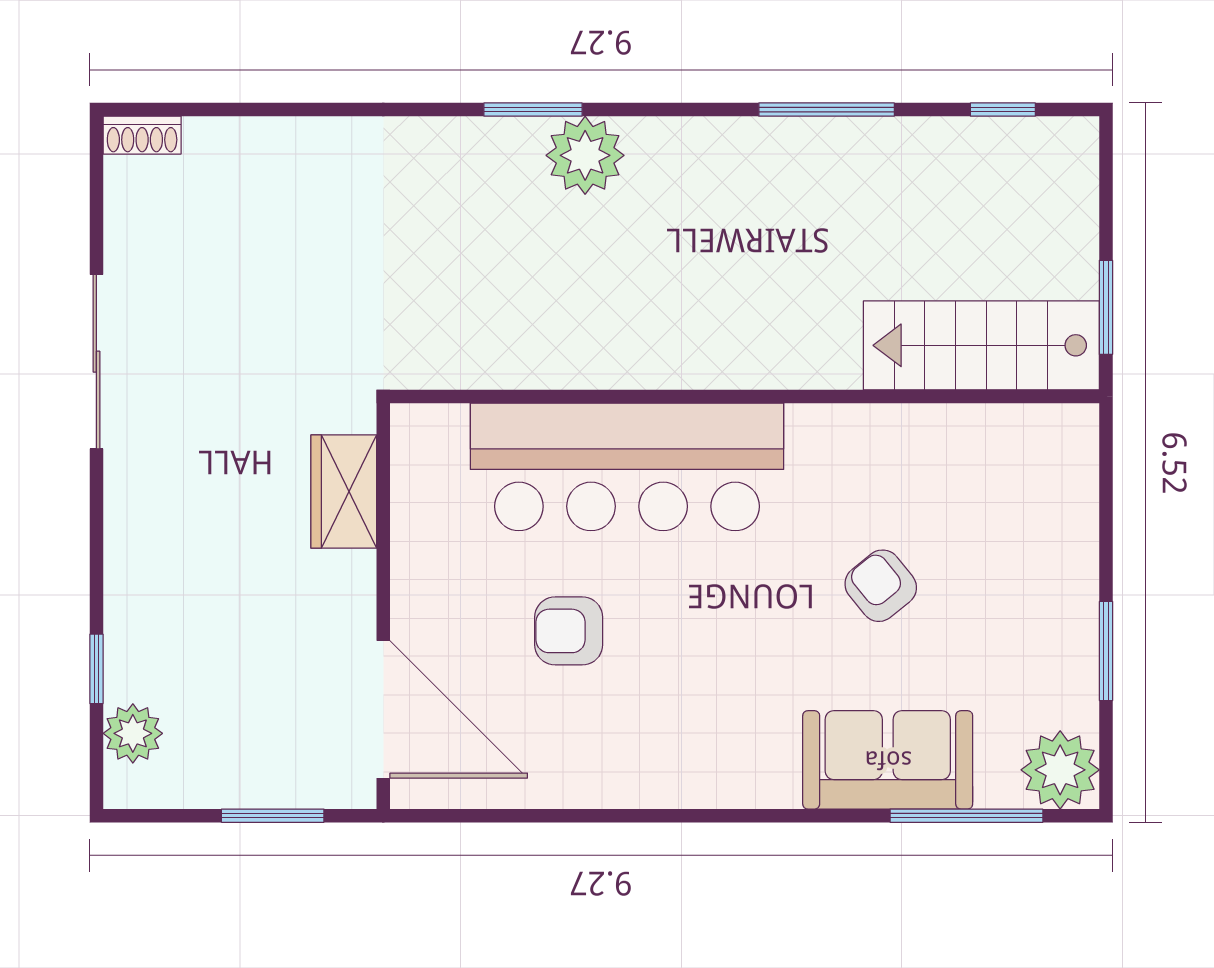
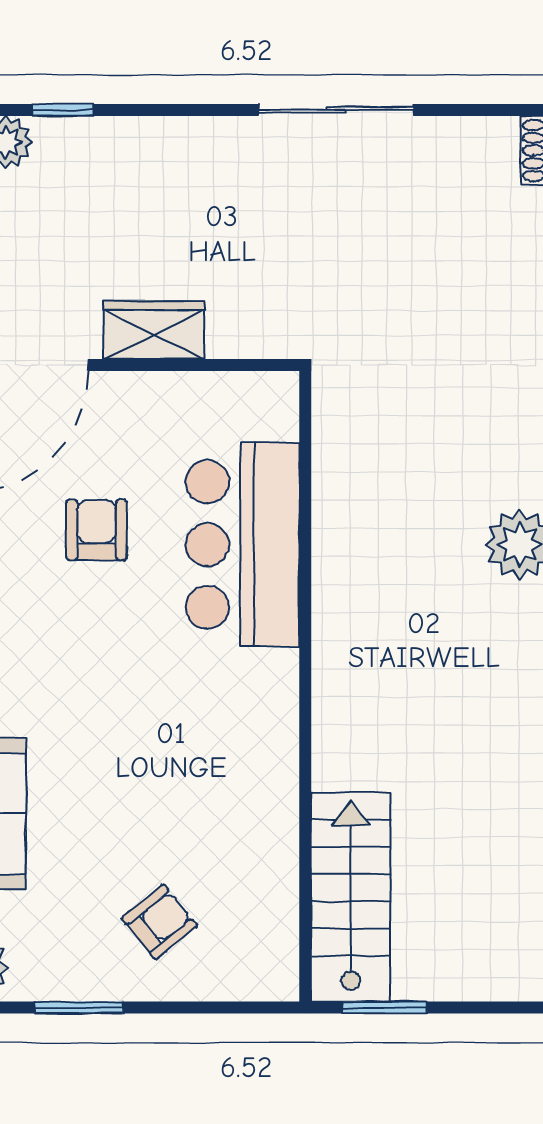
bar counter: (627, 467) -> (243, 545), width x0.73
wardrobe: (344, 492) -> (154, 330), moved
armchair: (881, 586) -> (159, 922), moved

